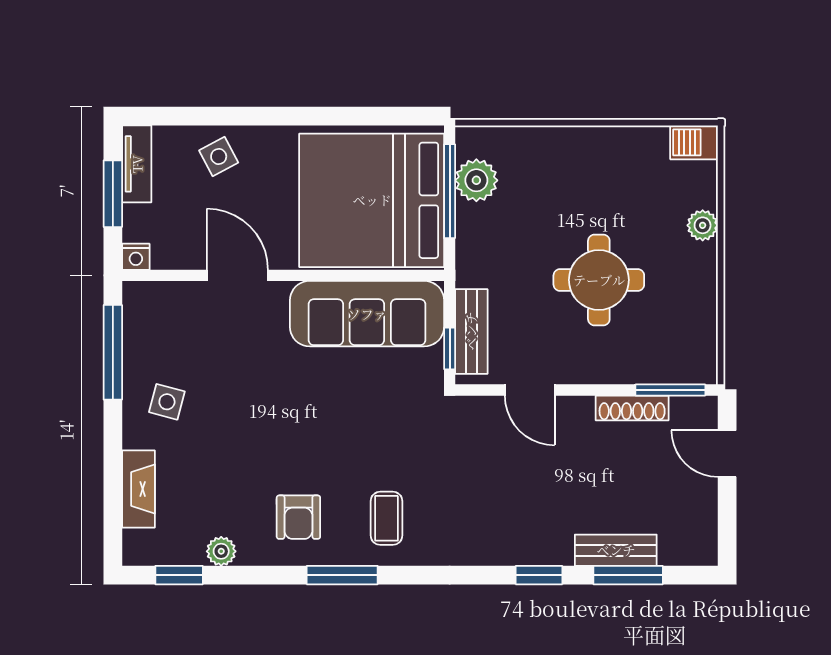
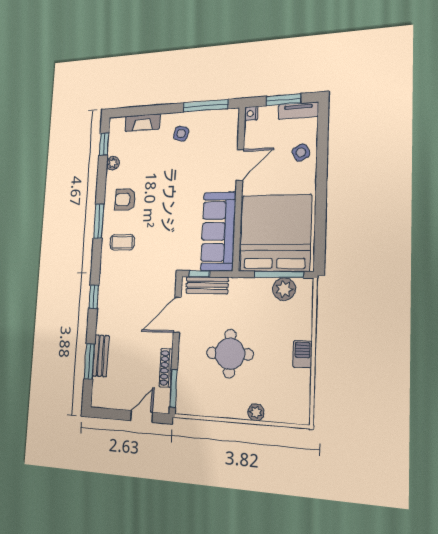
barbecue: (694, 142) -> (302, 354), moved
door: (530, 390) -> (177, 315), width x1.38
window: (539, 575) -> (94, 297), moved

